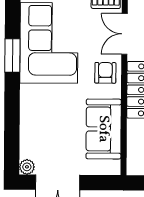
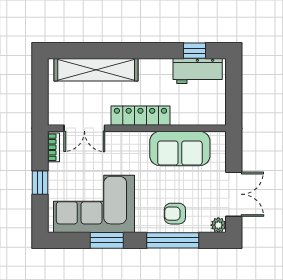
armchair: (105, 73) -> (175, 214), moved
window: (12, 121) -> (173, 240), added

